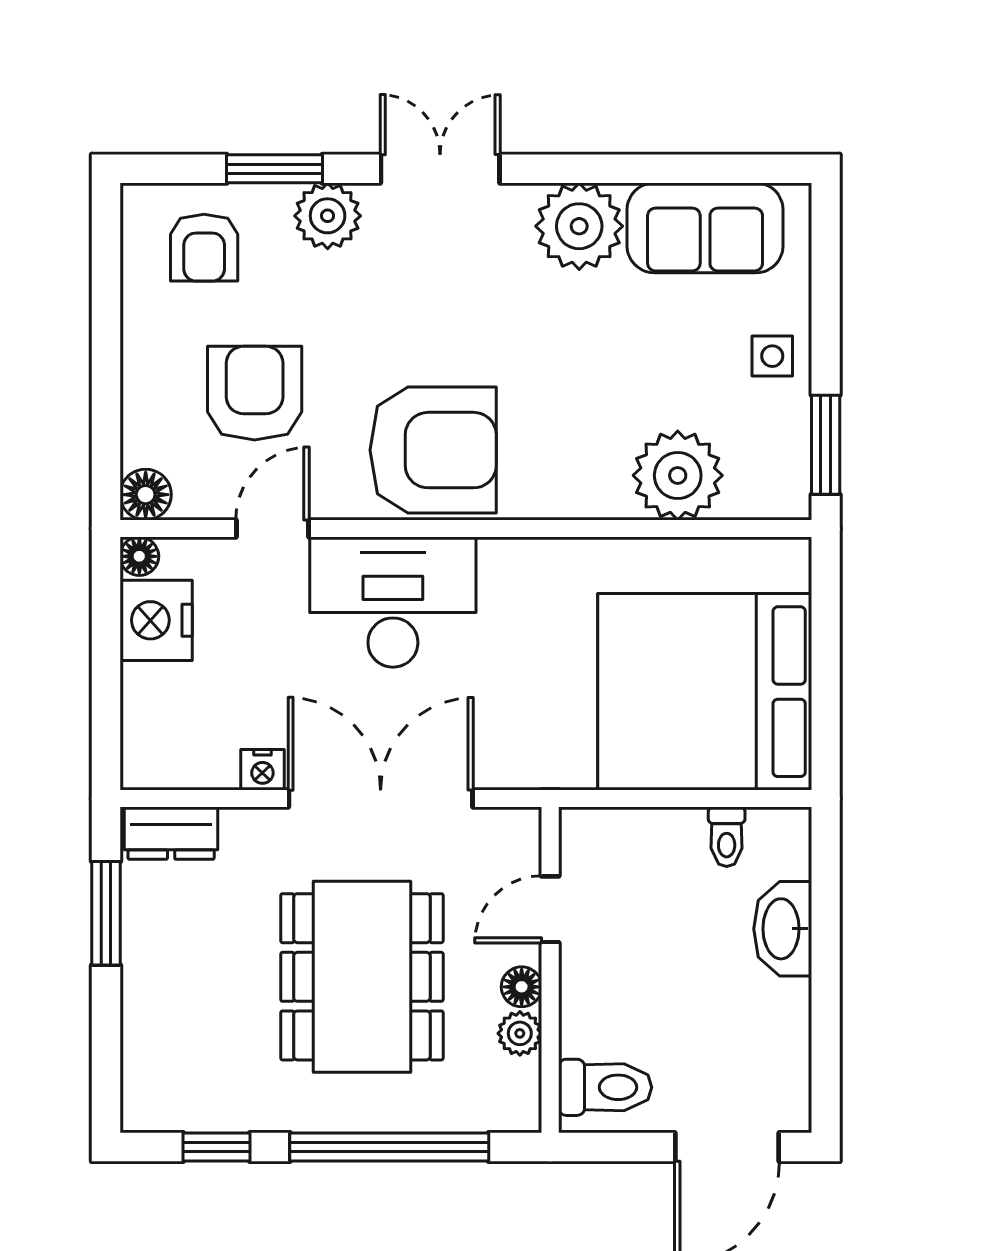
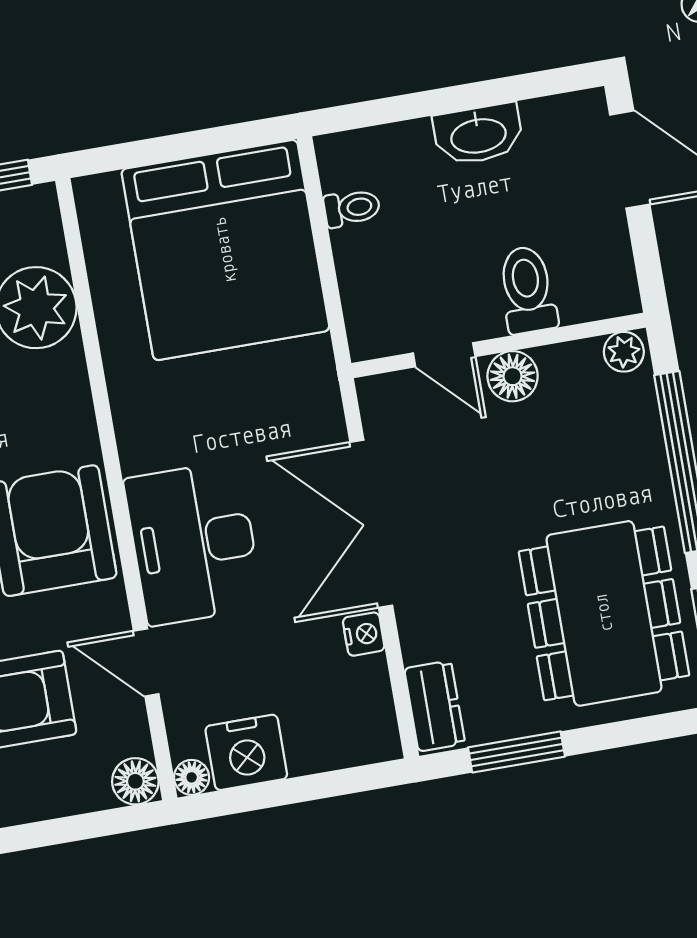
washbasin: (783, 929) -> (478, 134), moved
dining table: (362, 977) -> (604, 613), moved, turned 90
floor lamp: (522, 987) -> (513, 376), width x1.37, depth x1.37
plant: (520, 1033) -> (624, 352), moved
toilet: (605, 1087) -> (527, 290), moved

